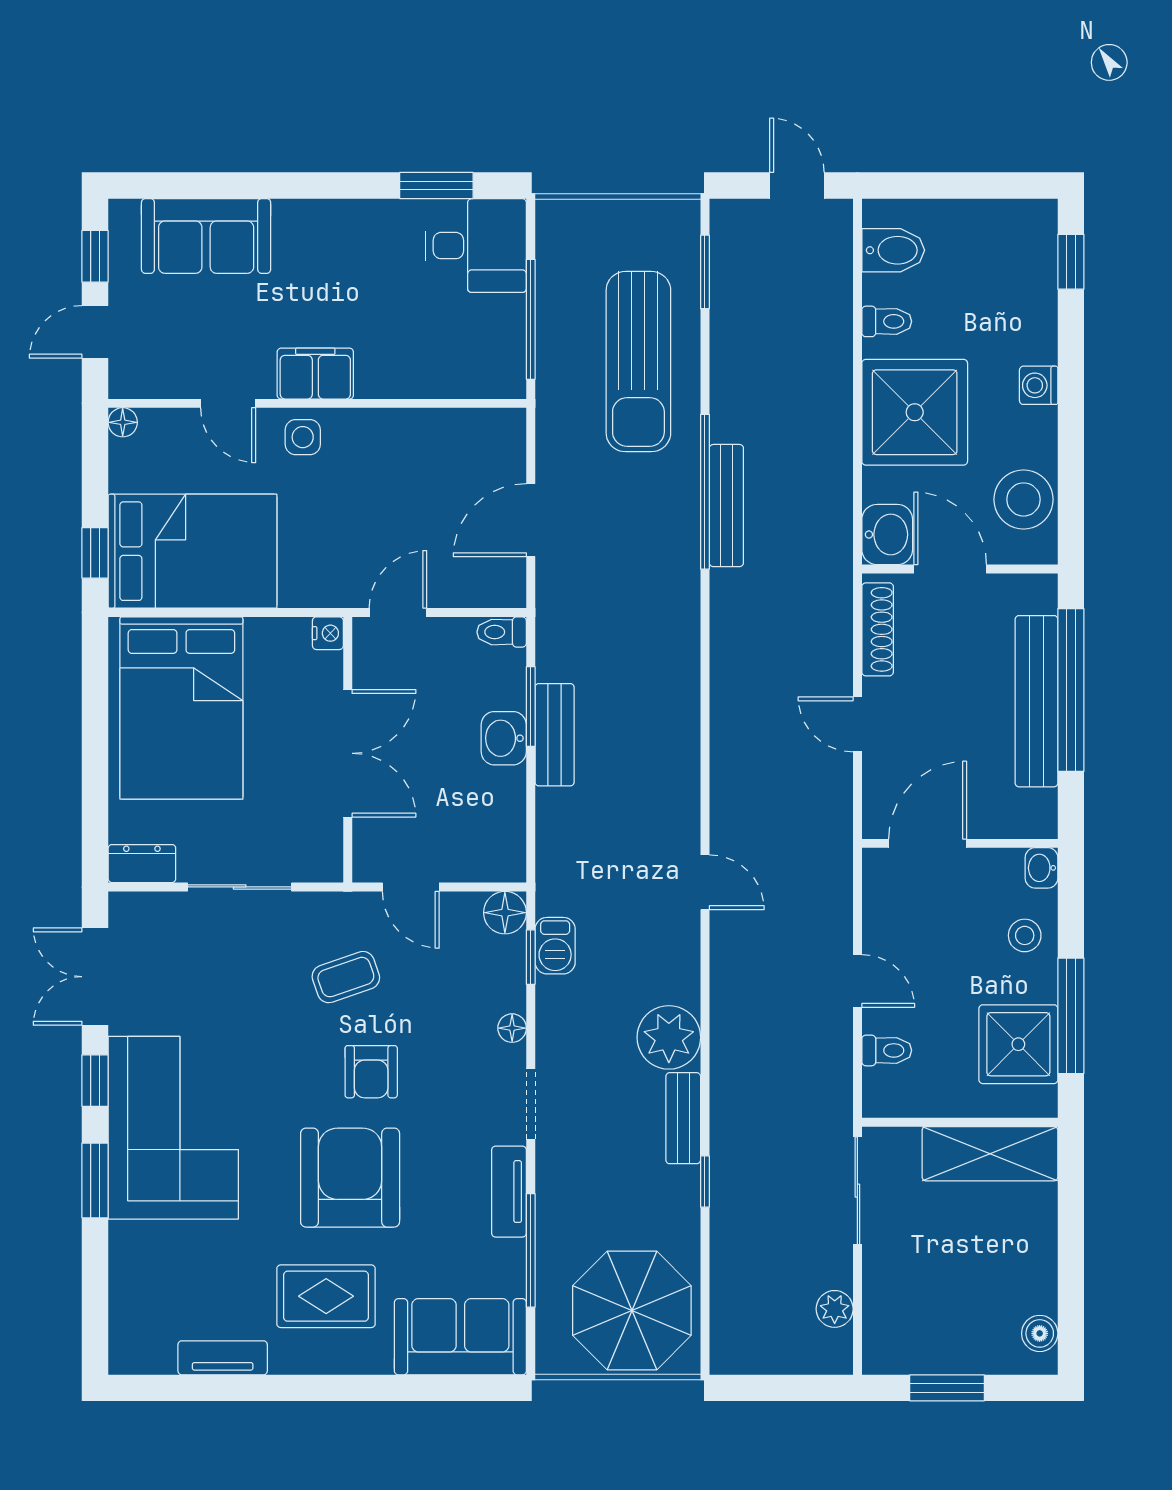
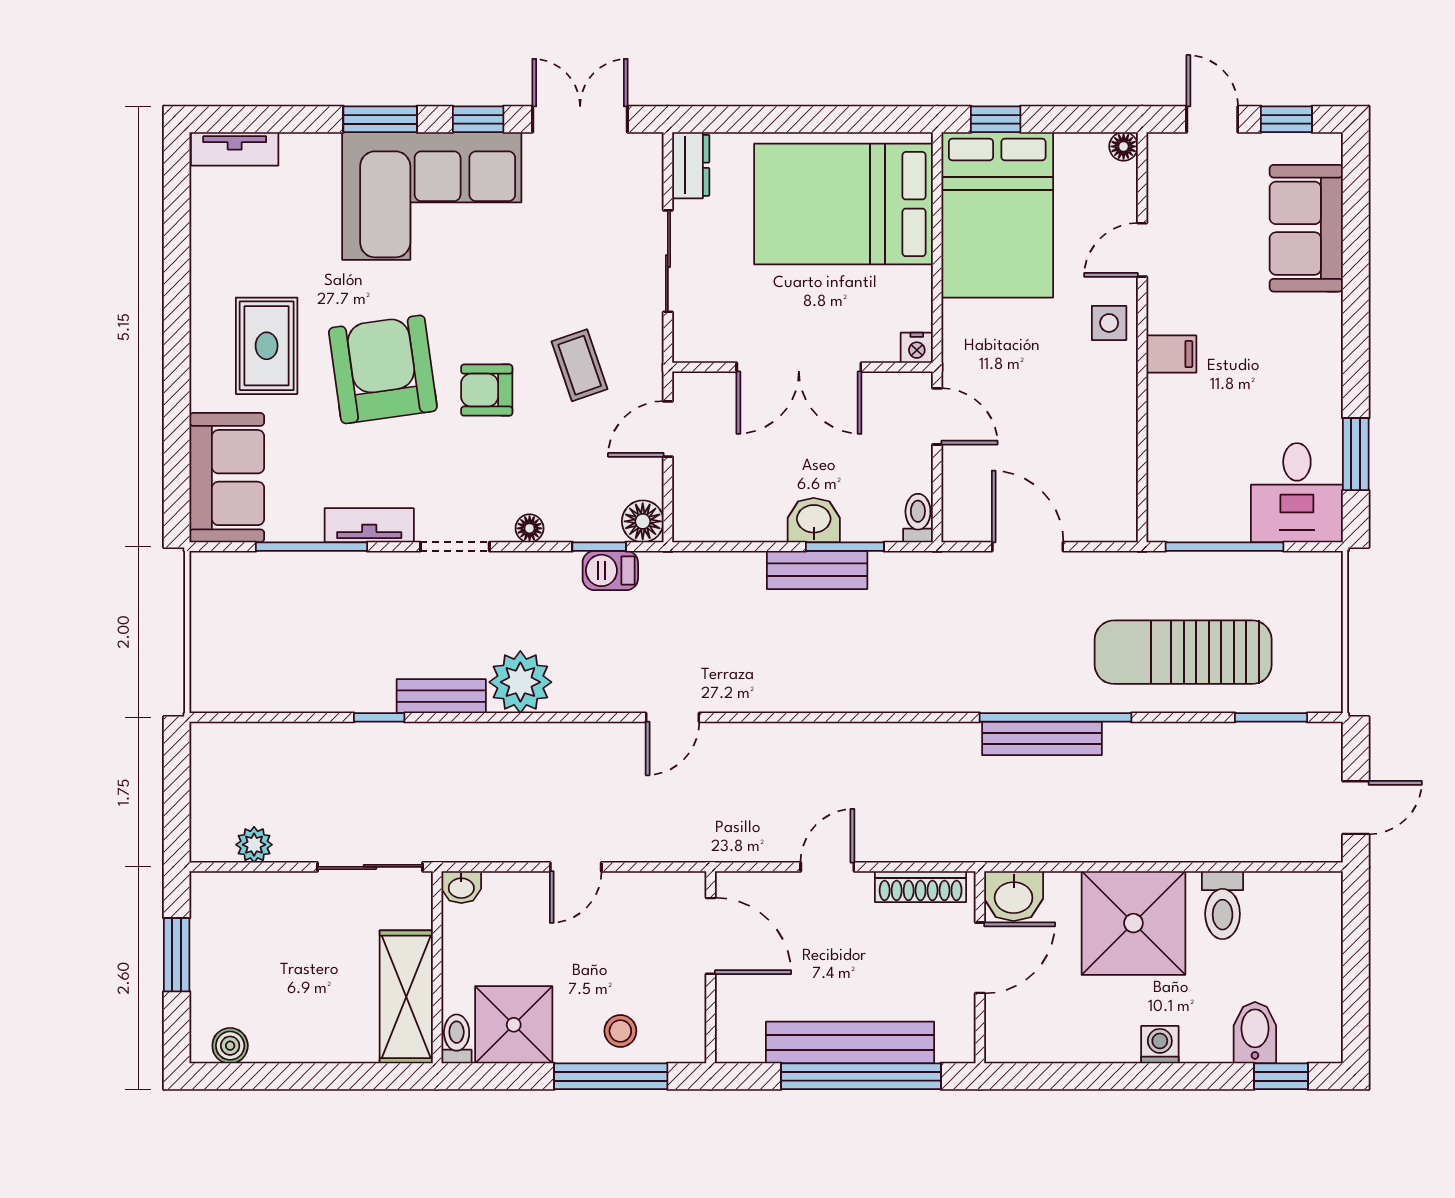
bidet: (893, 250) -> (1255, 1033), moved, turned 180
toilet: (887, 321) -> (1223, 905), width x1.37, depth x1.39
filing cabinet: (315, 374) -> (1171, 354), width x0.50
stool: (1024, 499) -> (1048, 1030), removed
washbasin: (1042, 868) -> (461, 887), moved, turned 180
window: (1071, 1016) -> (611, 1076), moved
toilet: (887, 1050) -> (457, 1039), moved, turned 180
armchair: (350, 1178) -> (383, 369), turned -98
parasol: (632, 1310) -> (253, 646), removed
tv unit: (223, 1358) -> (235, 149), moved, turned 90

